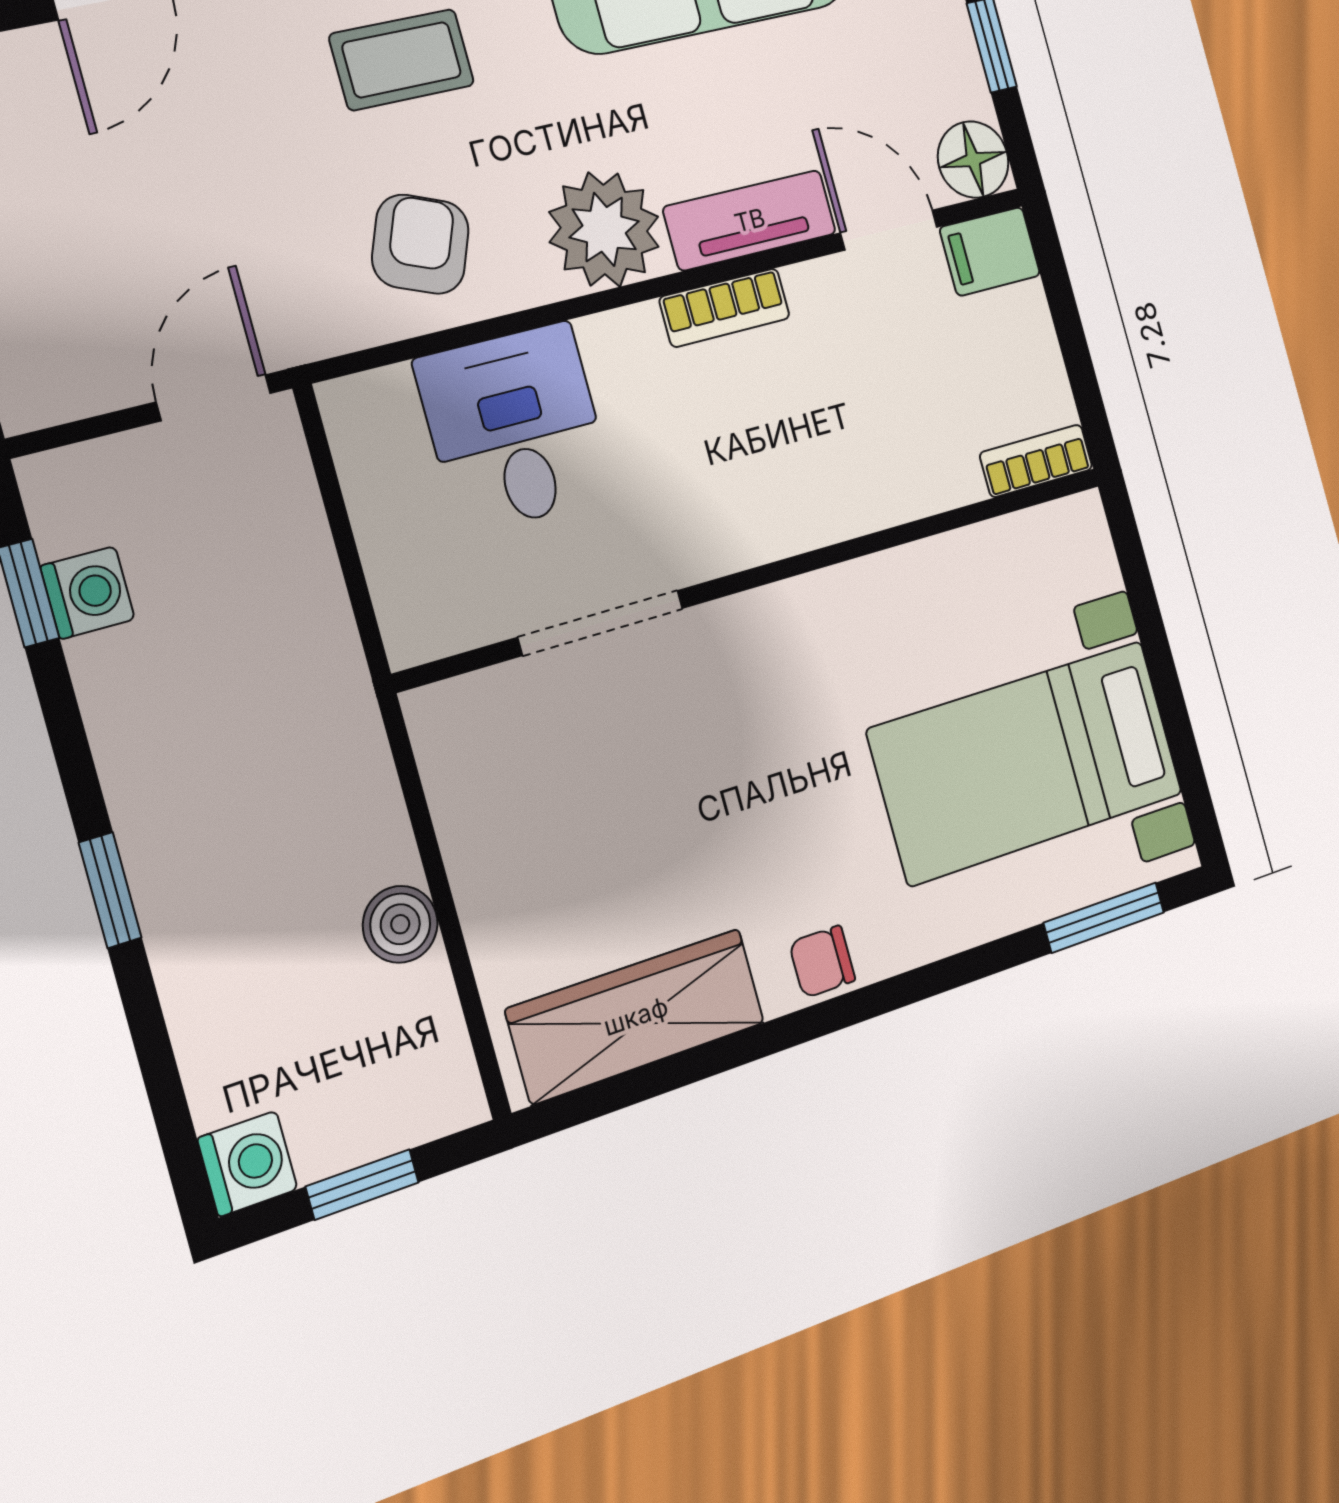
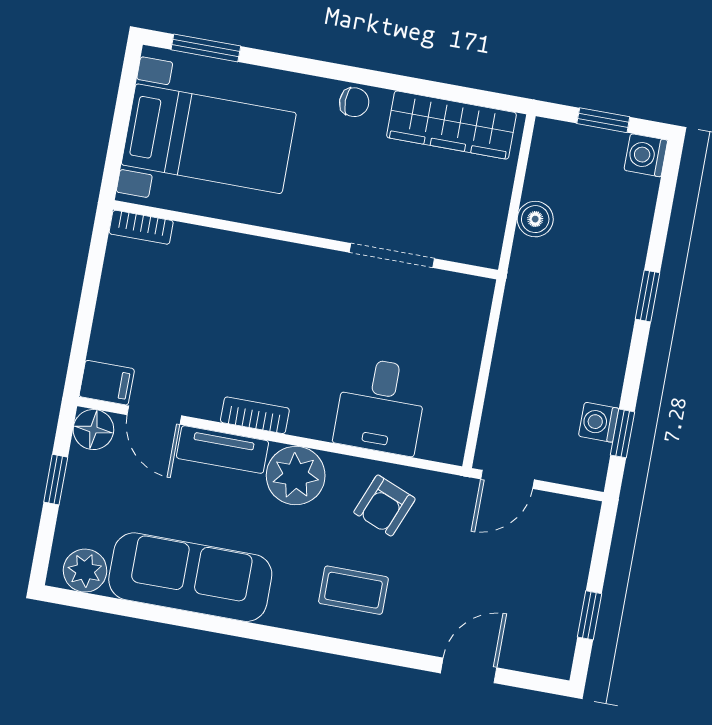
bookcase: (1036, 461) -> (141, 227), moved
wall: (762, 575) -> (305, 240), moved
doorway: (601, 623) -> (392, 255), moved

